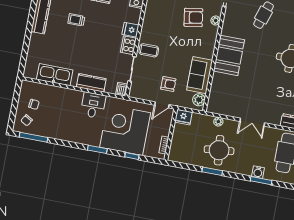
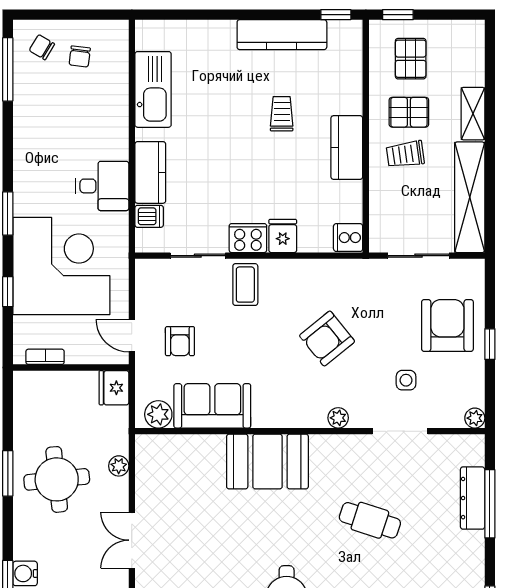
armchair: (193, 17) -> (327, 338), moved, turned 60
dishwasher: (122, 89) -> (149, 216), moved

